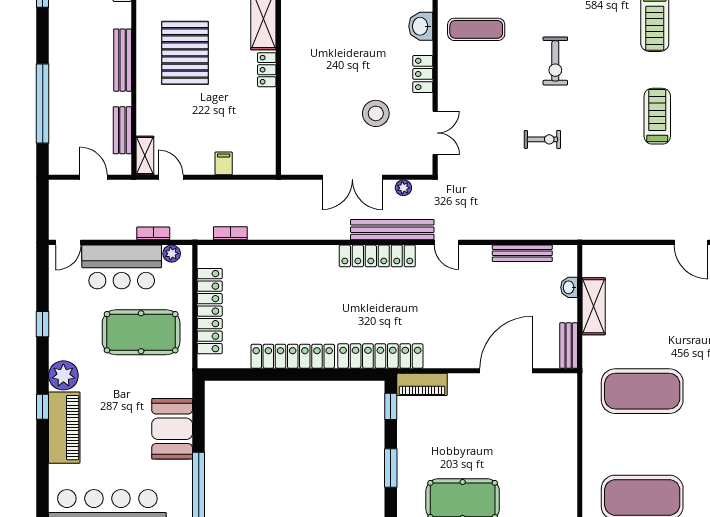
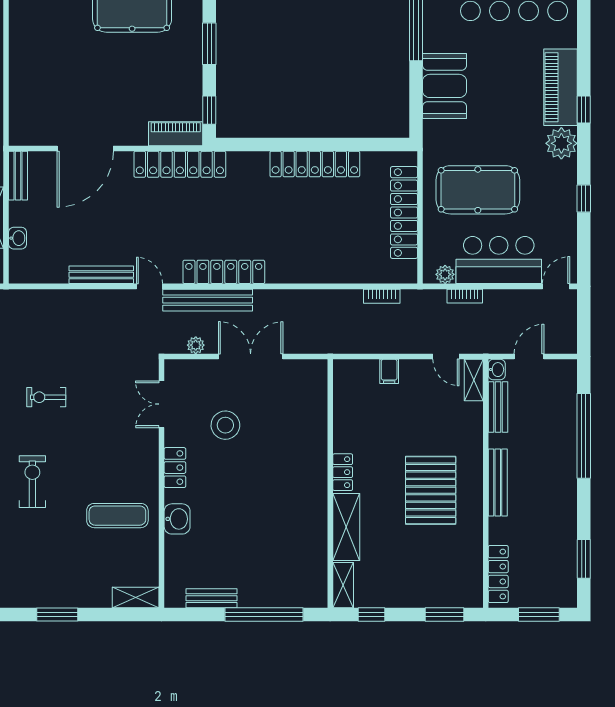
washbasin: (124, 165) -> (497, 370), added
door: (94, 177) -> (529, 356), swing flipped
bench: (522, 253) -> (101, 275), moved
locker: (380, 356) -> (180, 164), moved

